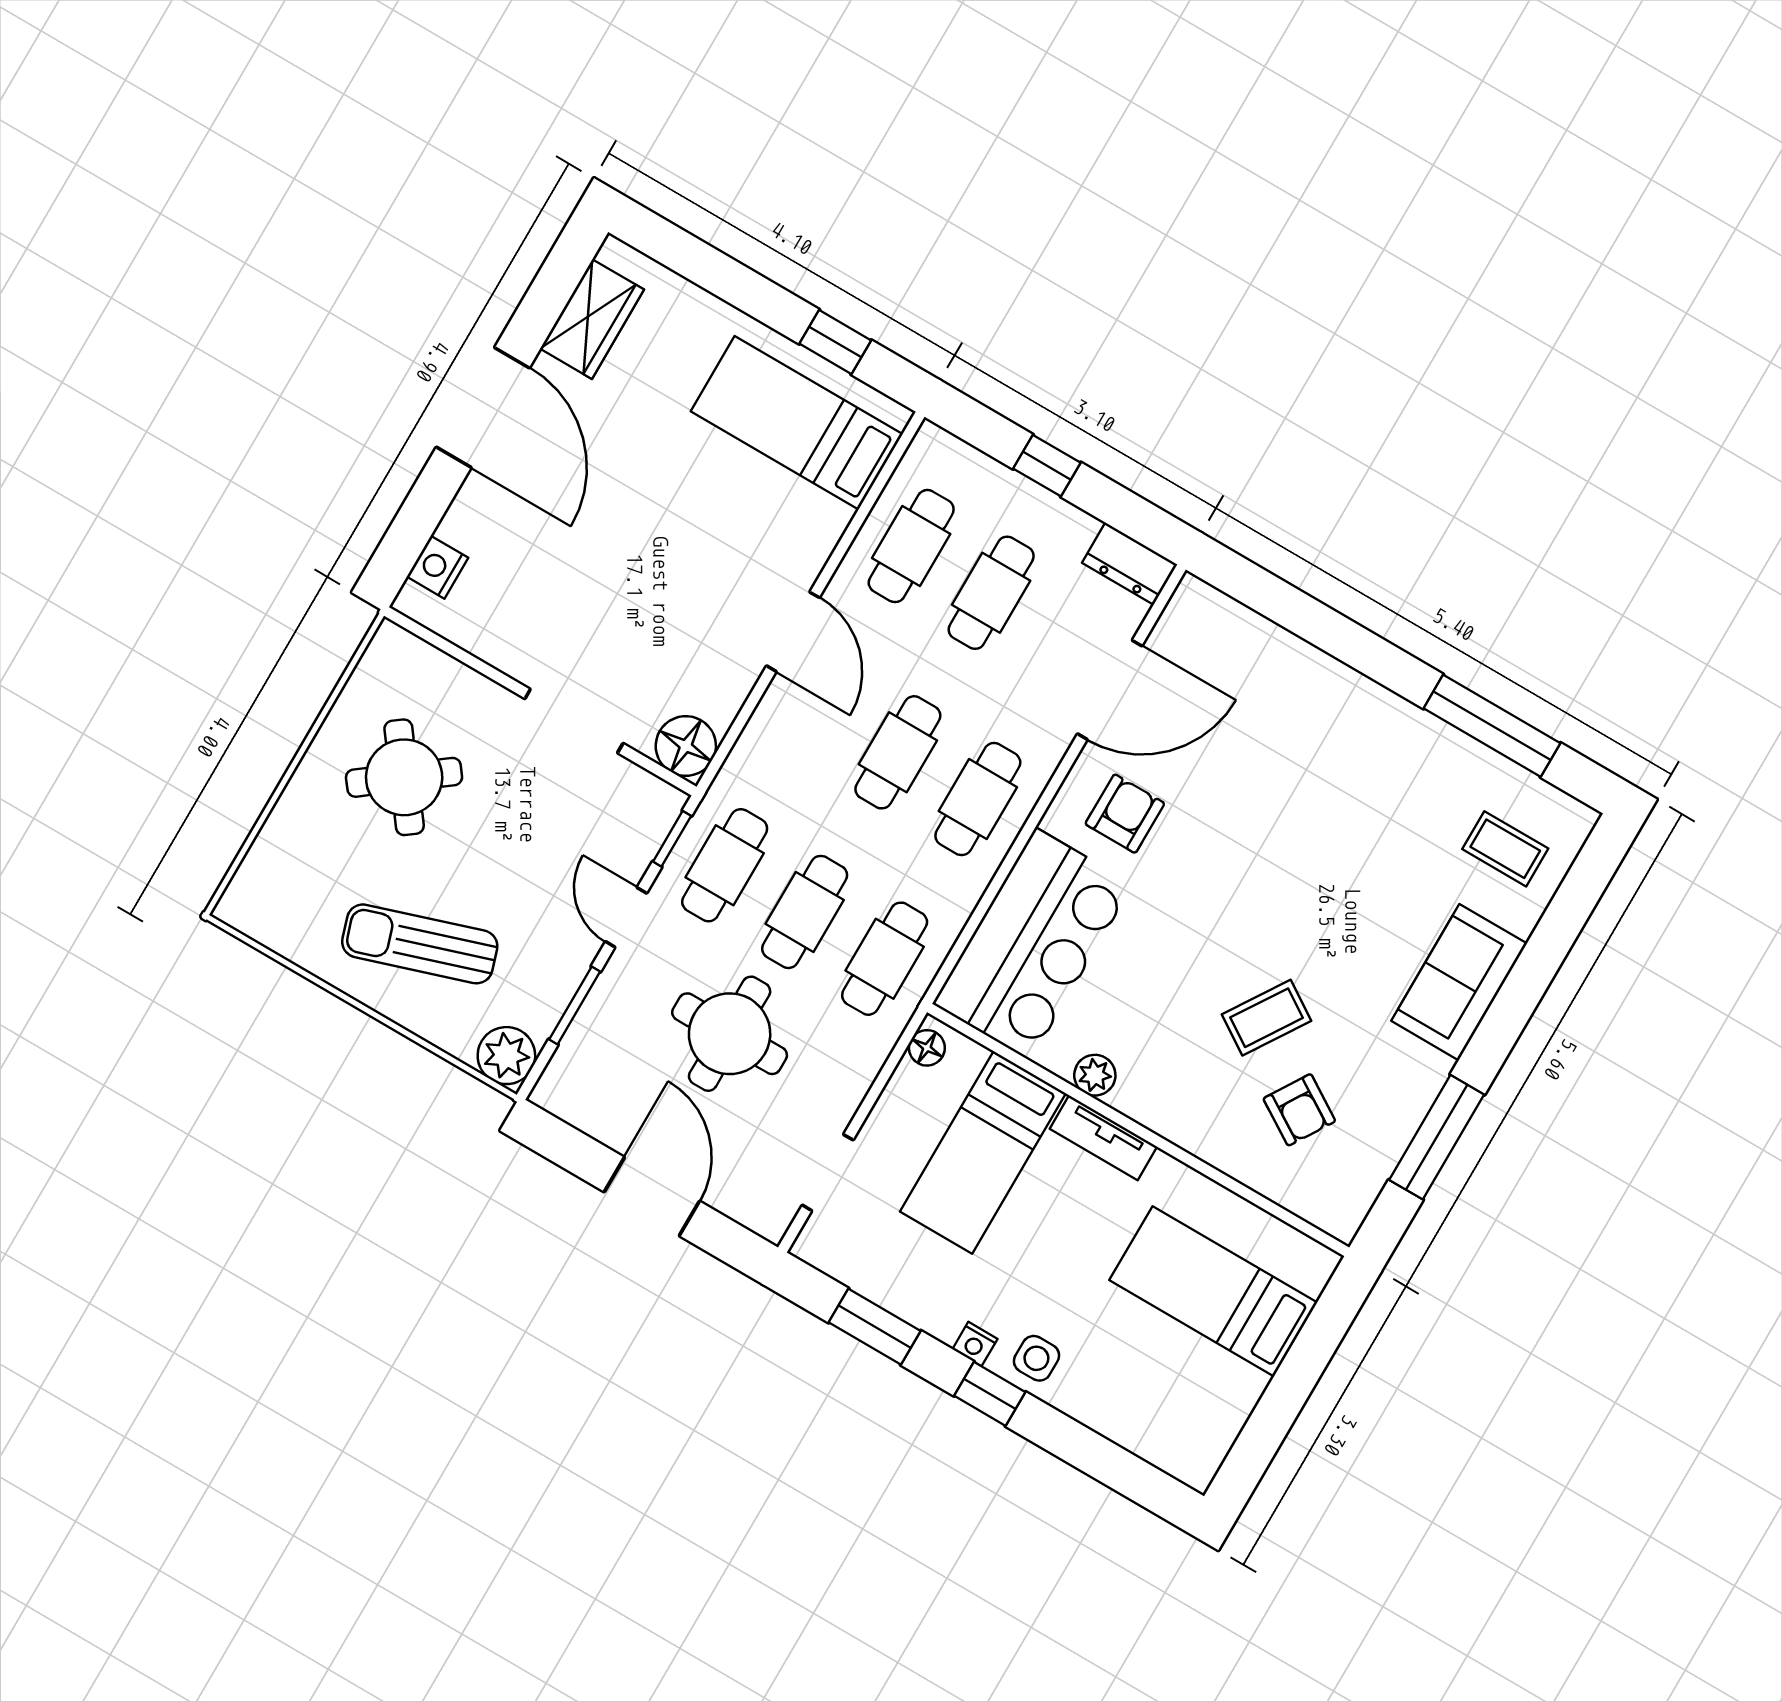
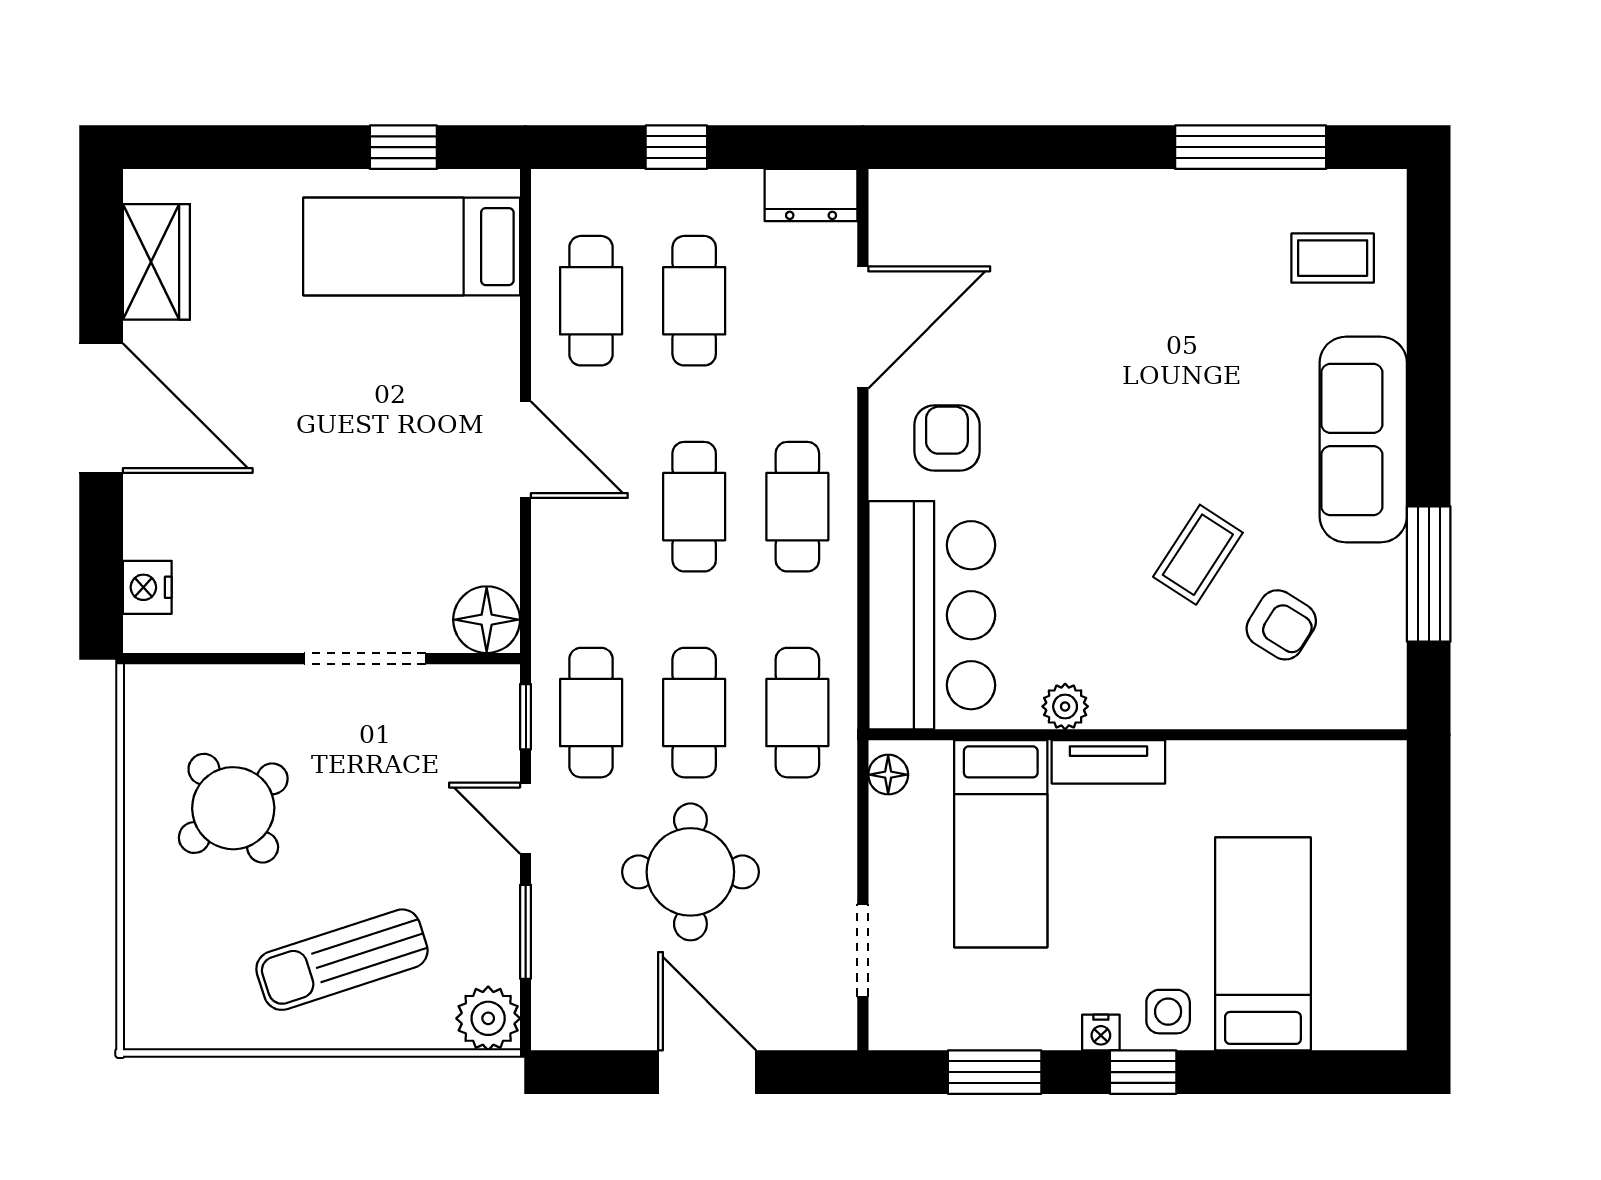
sofa: (1459, 982) -> (1363, 440), width x1.36
bed: (1213, 1291) -> (1263, 944), moved, turned 90

